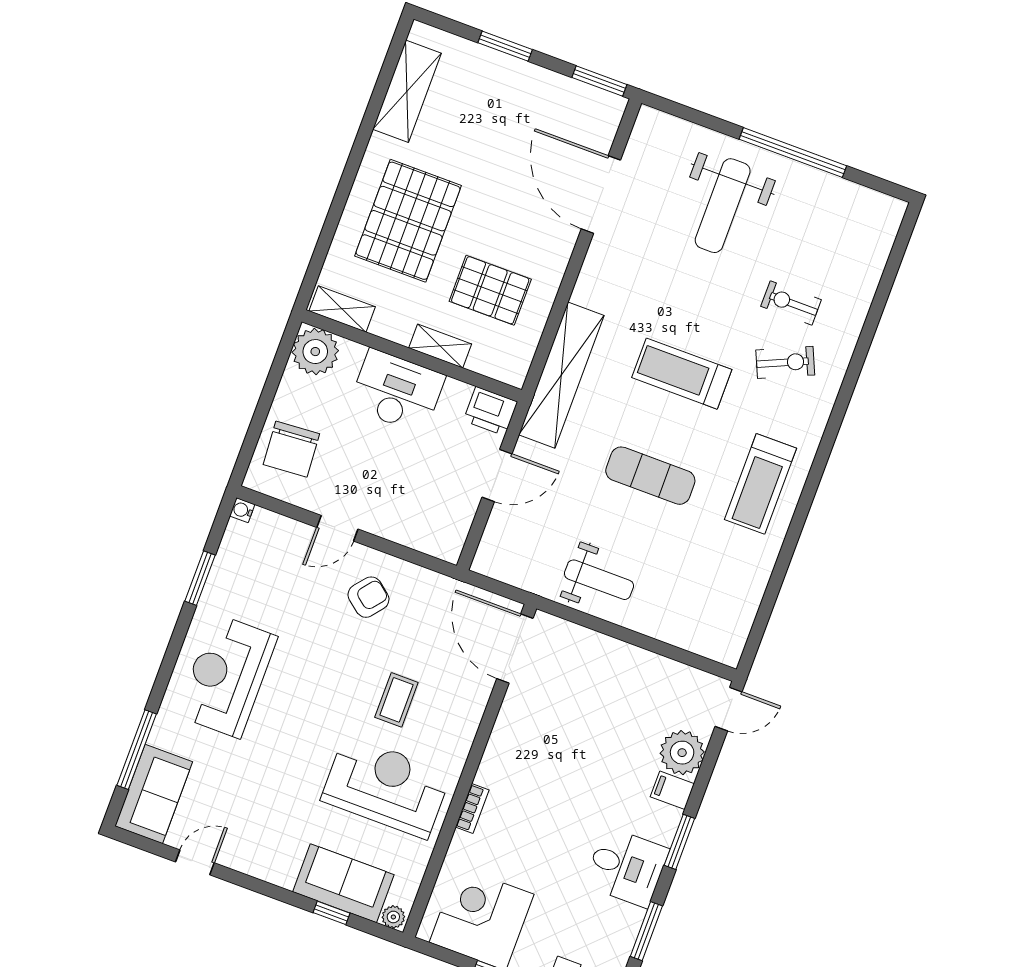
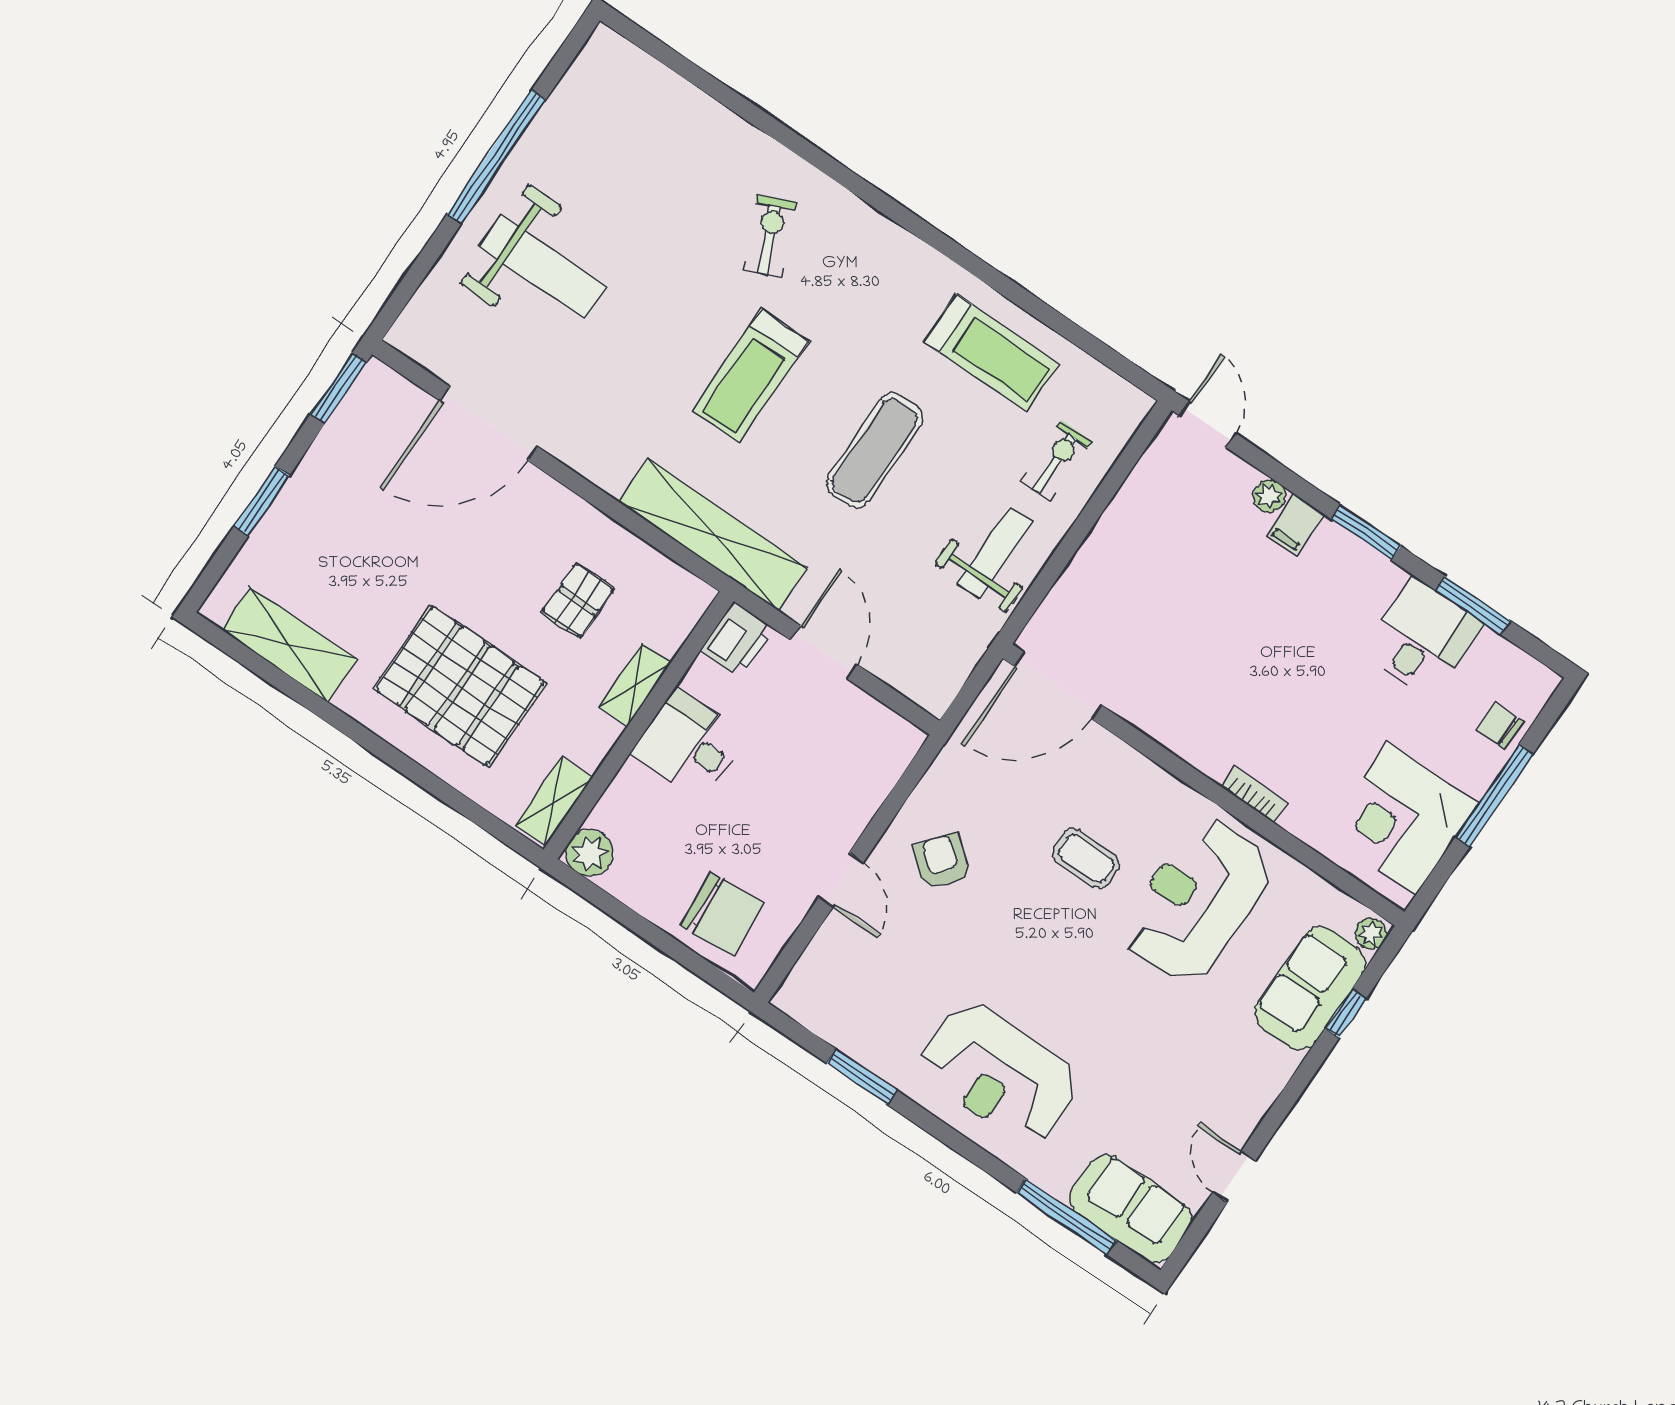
pallet: (490, 290) -> (578, 600), width x0.67, depth x0.71
exercise bike: (791, 303) -> (1056, 461), moved, turned 180
plant: (315, 352) -> (590, 853), width x0.73, depth x0.73
desk: (397, 391) -> (689, 744), width x0.73
treadmill: (760, 484) -> (991, 353), moved
water cooler: (242, 510) -> (786, 999), removed
plant: (682, 753) -> (1269, 496), width x0.53, depth x0.53
desk: (627, 867) -> (1422, 638), moved

